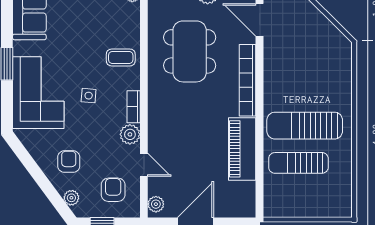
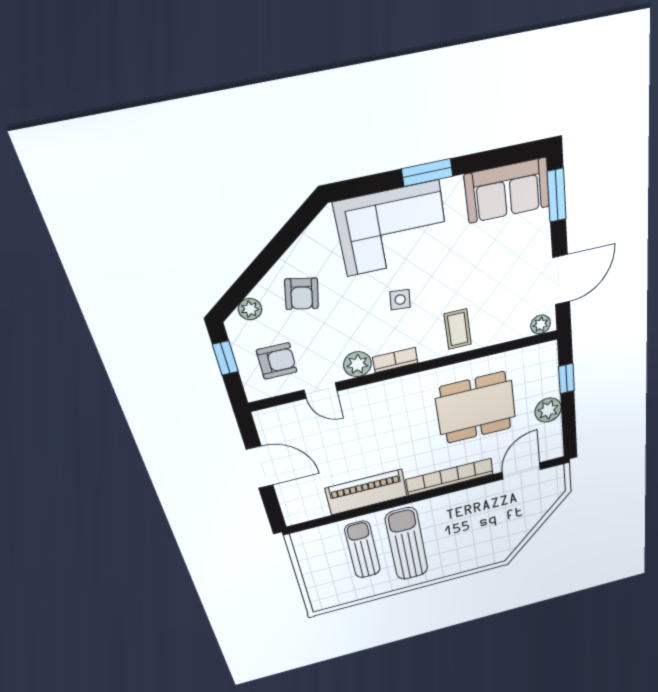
armchair: (69, 162) -> (302, 294), turned 101
door: (144, 165) -> (321, 391), hinge flipped
plant: (156, 204) -> (272, 417), removed

